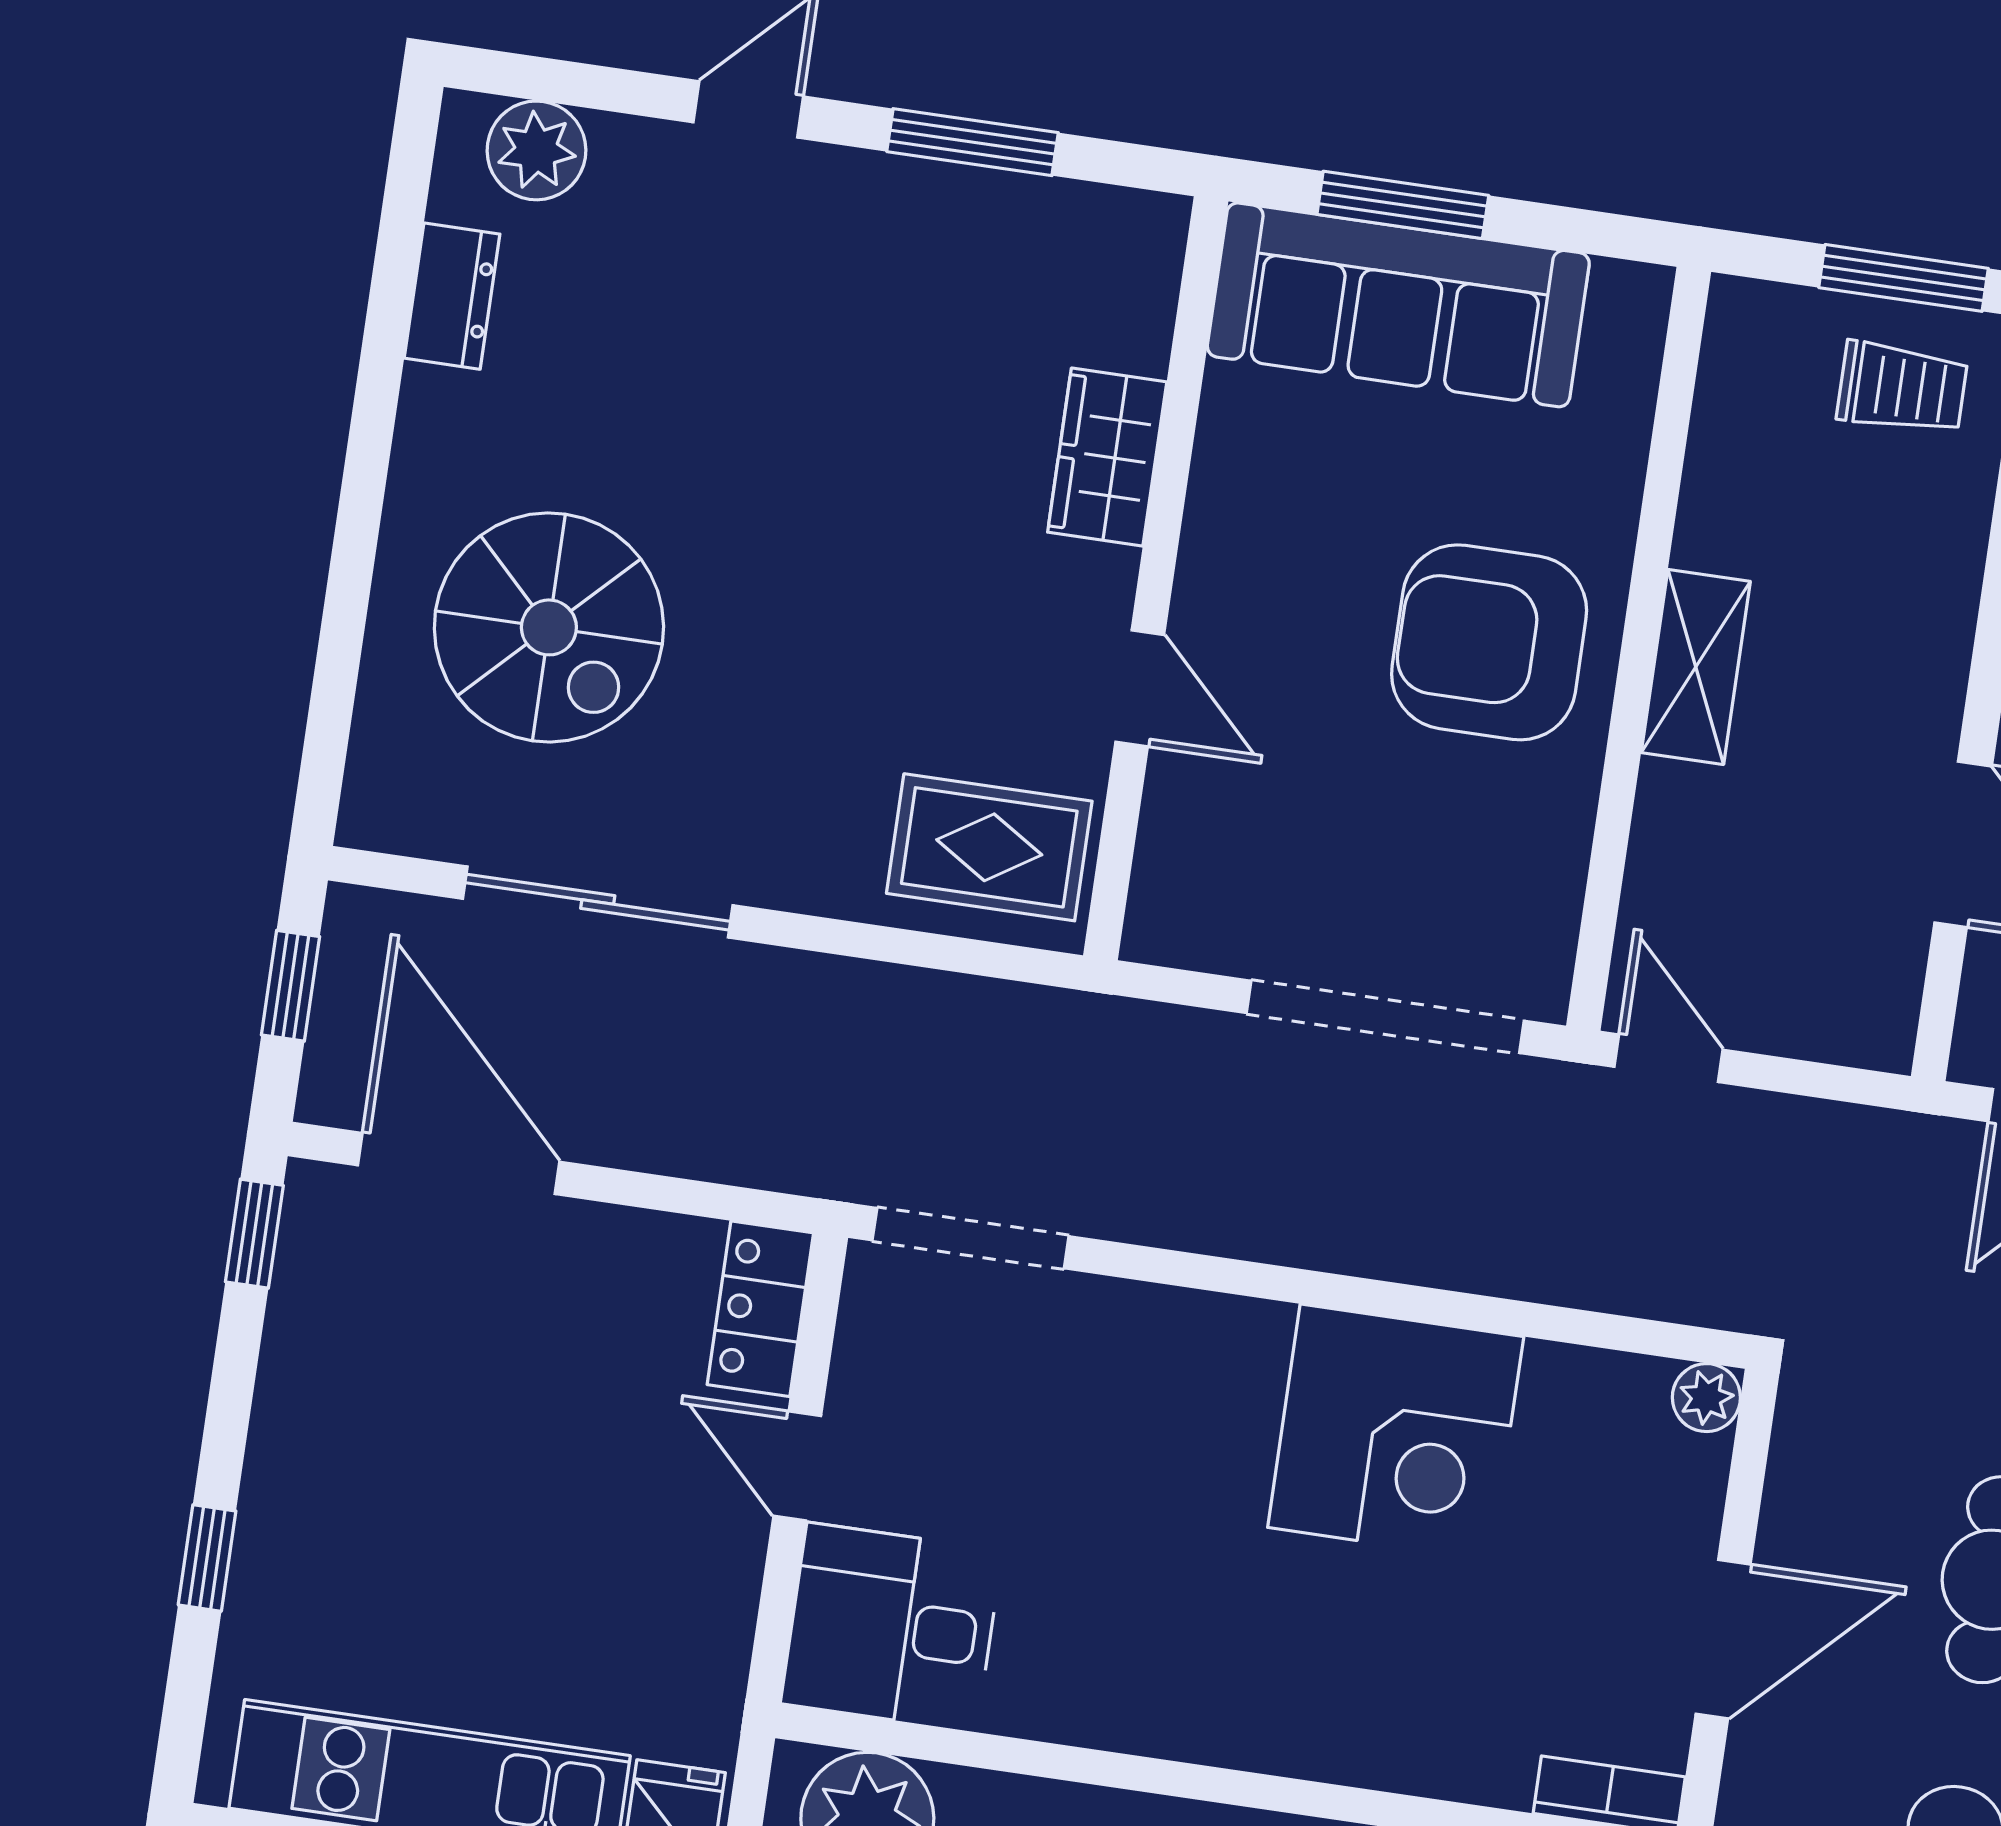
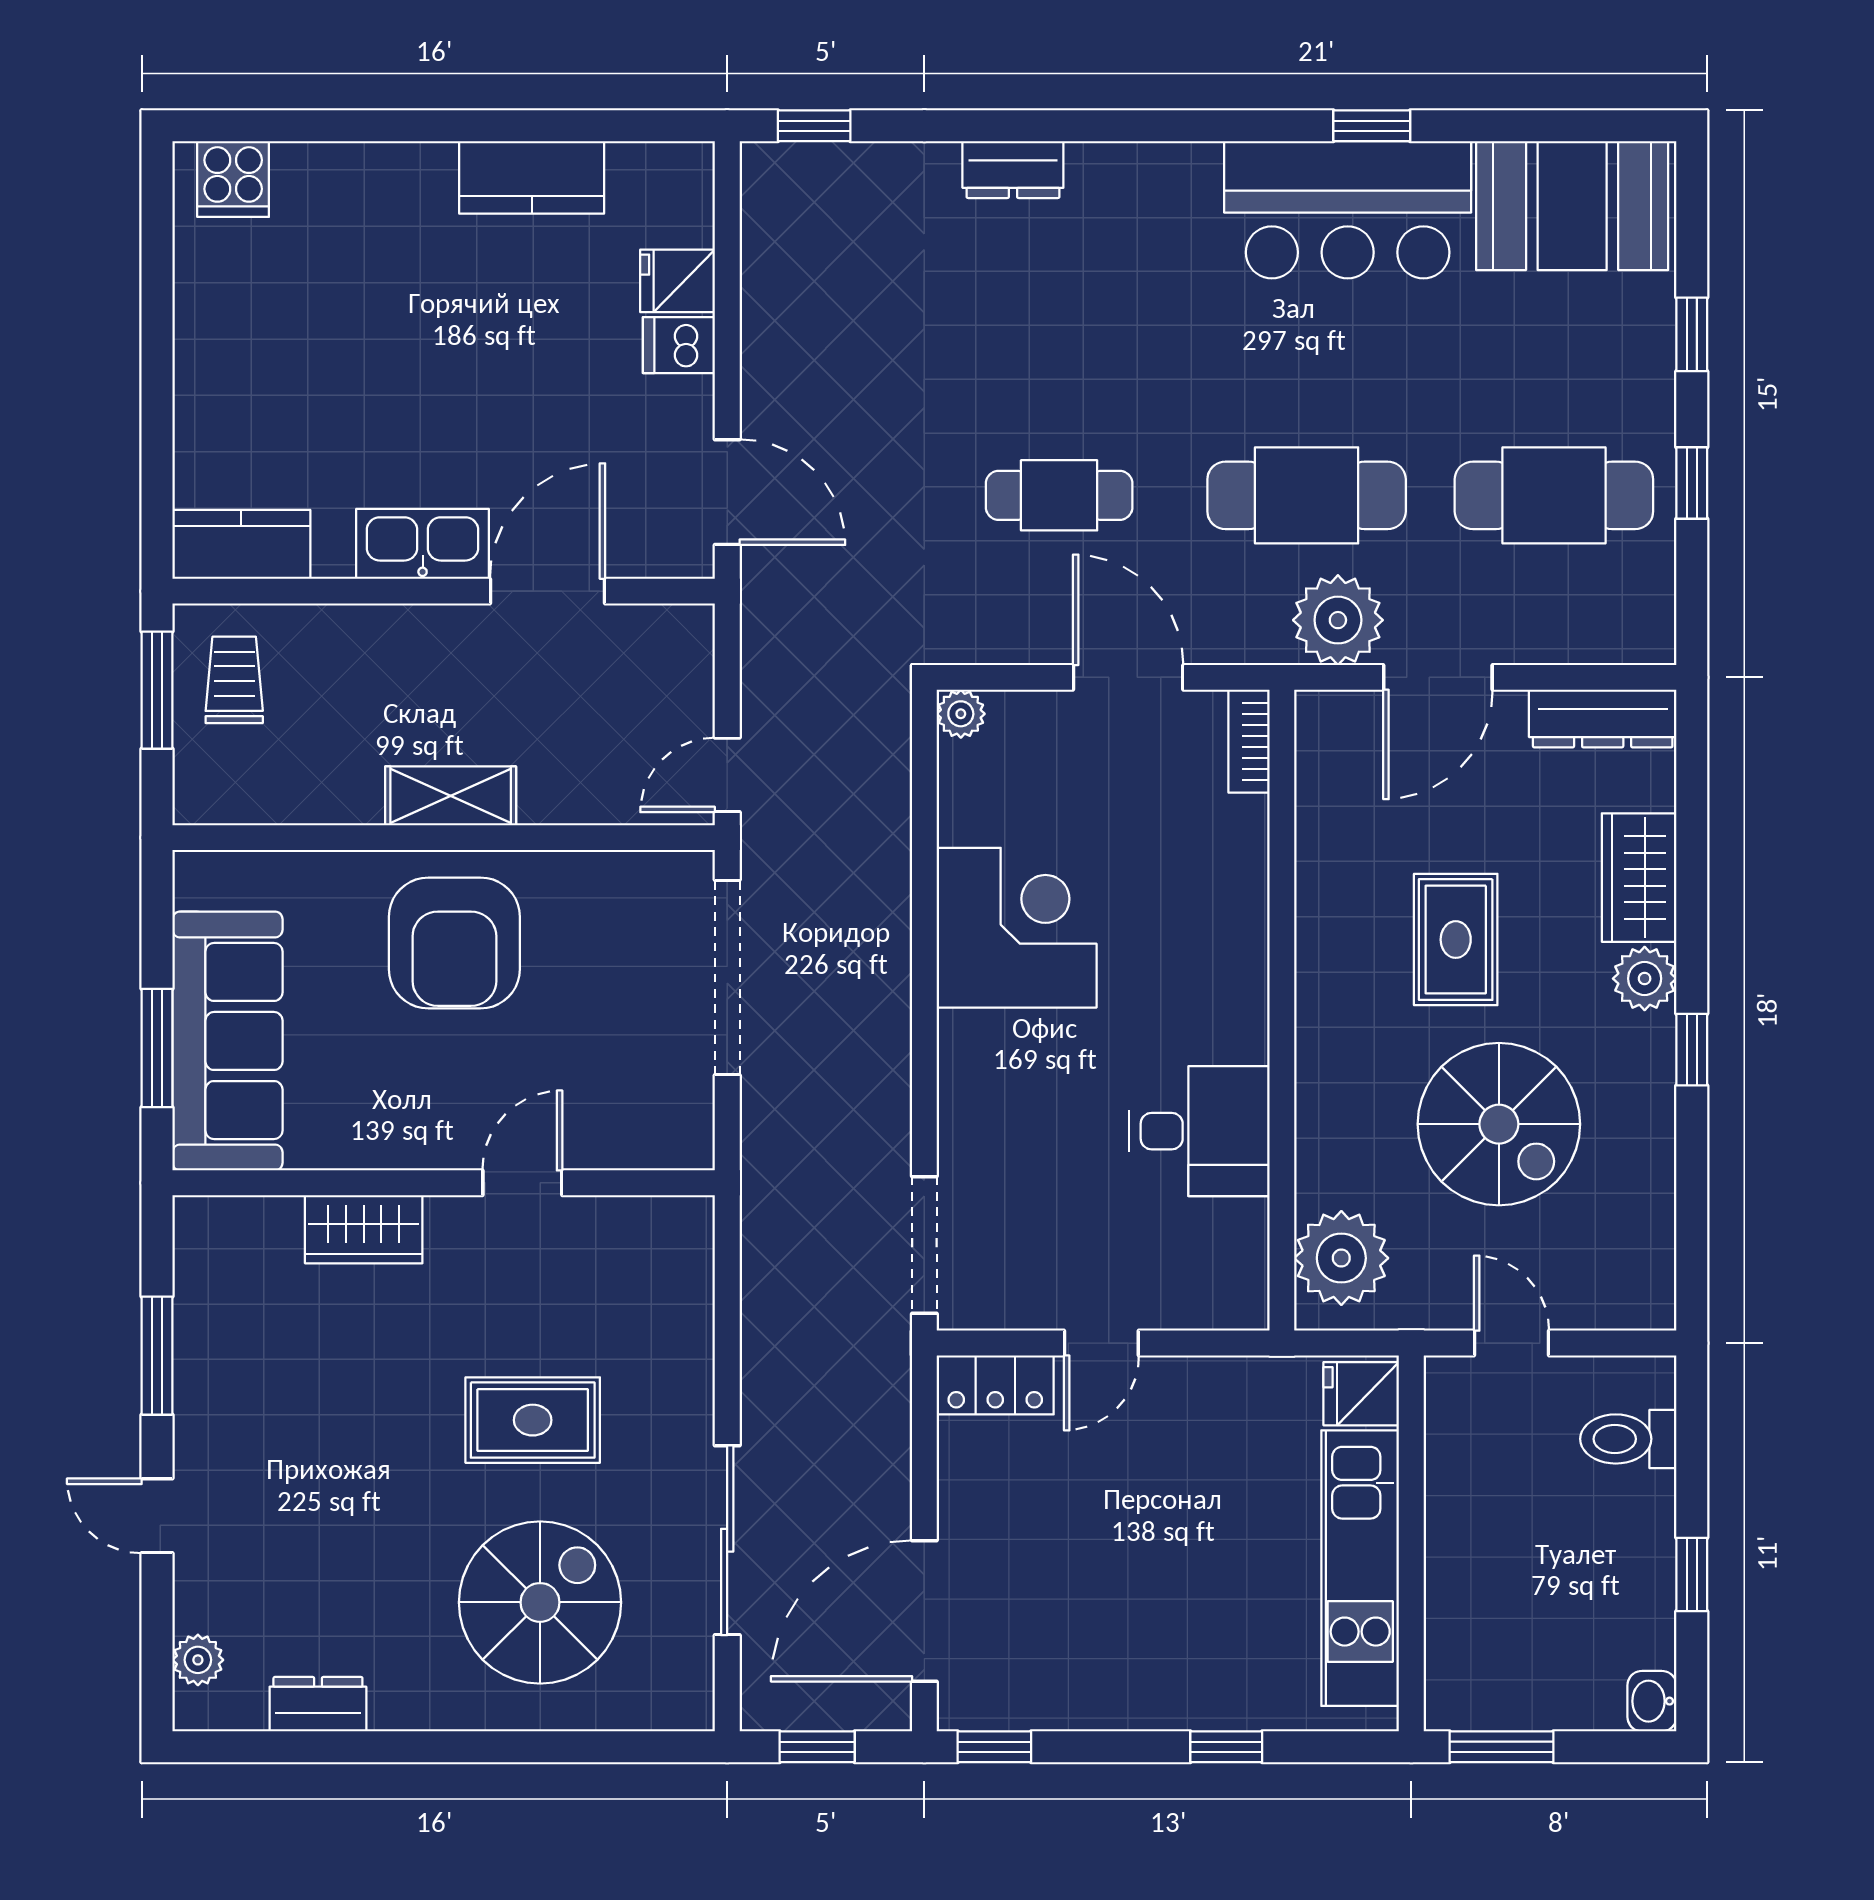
plant: (536, 150) -> (198, 1660), width x0.73, depth x0.73
rug: (989, 847) -> (533, 1420), moved, turned 90
desk: (892, 1627) -> (1199, 1131), moved, turned -90

